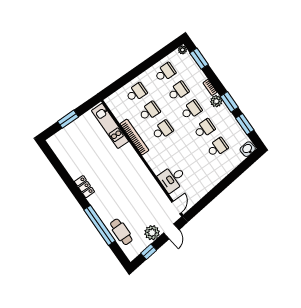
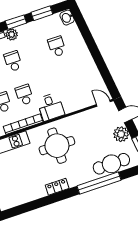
school desk: (204, 129) -> (35, 54), removed
round table: (123, 175) -> (57, 146), added
desk: (172, 178) -> (51, 107), moved
cafe table: (121, 232) -> (111, 164), width x1.37, depth x1.35

